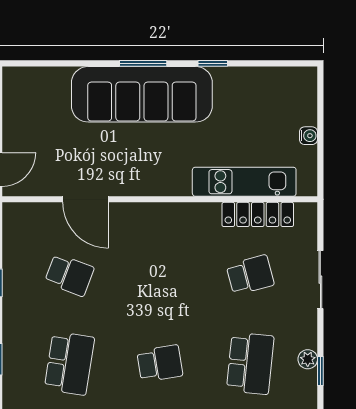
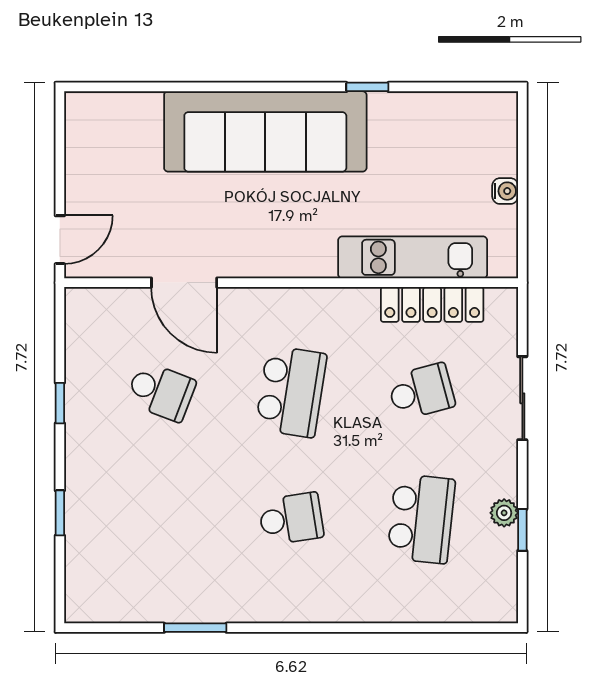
window: (143, 63) -> (267, 87), removed
school desk: (69, 363) -> (291, 392), moved

